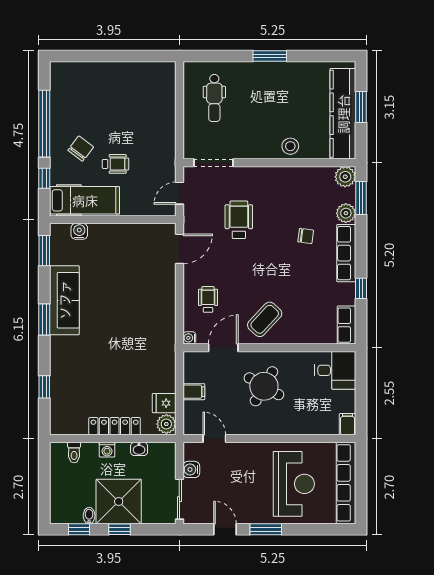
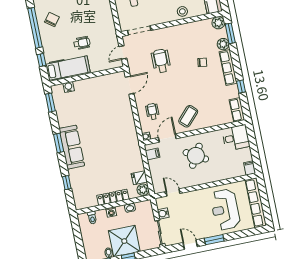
chair: (81, 149) -> (52, 19), moved
sofa: (64, 300) -> (72, 147), moved
filing cabinet: (194, 392) -> (153, 154), moved
reception desk: (294, 484) -> (225, 210), turned 180

